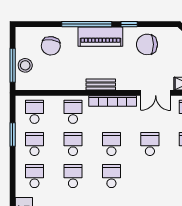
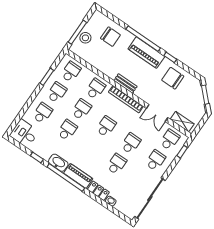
chair: (51, 46) -> (110, 37), turned -98
school desk: (111, 176) -> (117, 164), moved

